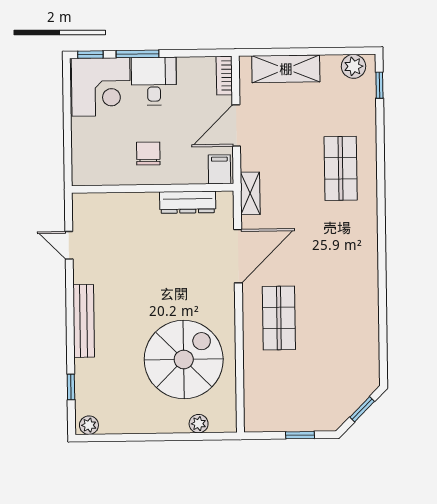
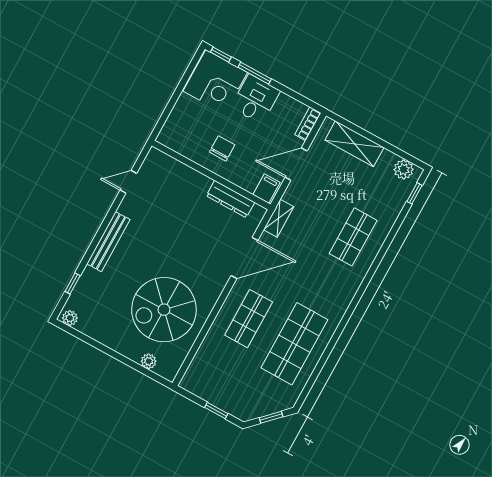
door: (69, 245) -> (128, 182), hinge flipped
shop shelf: (343, 317) -> (294, 344), added
spiral stairs: (184, 359) -> (164, 310), turned 180

